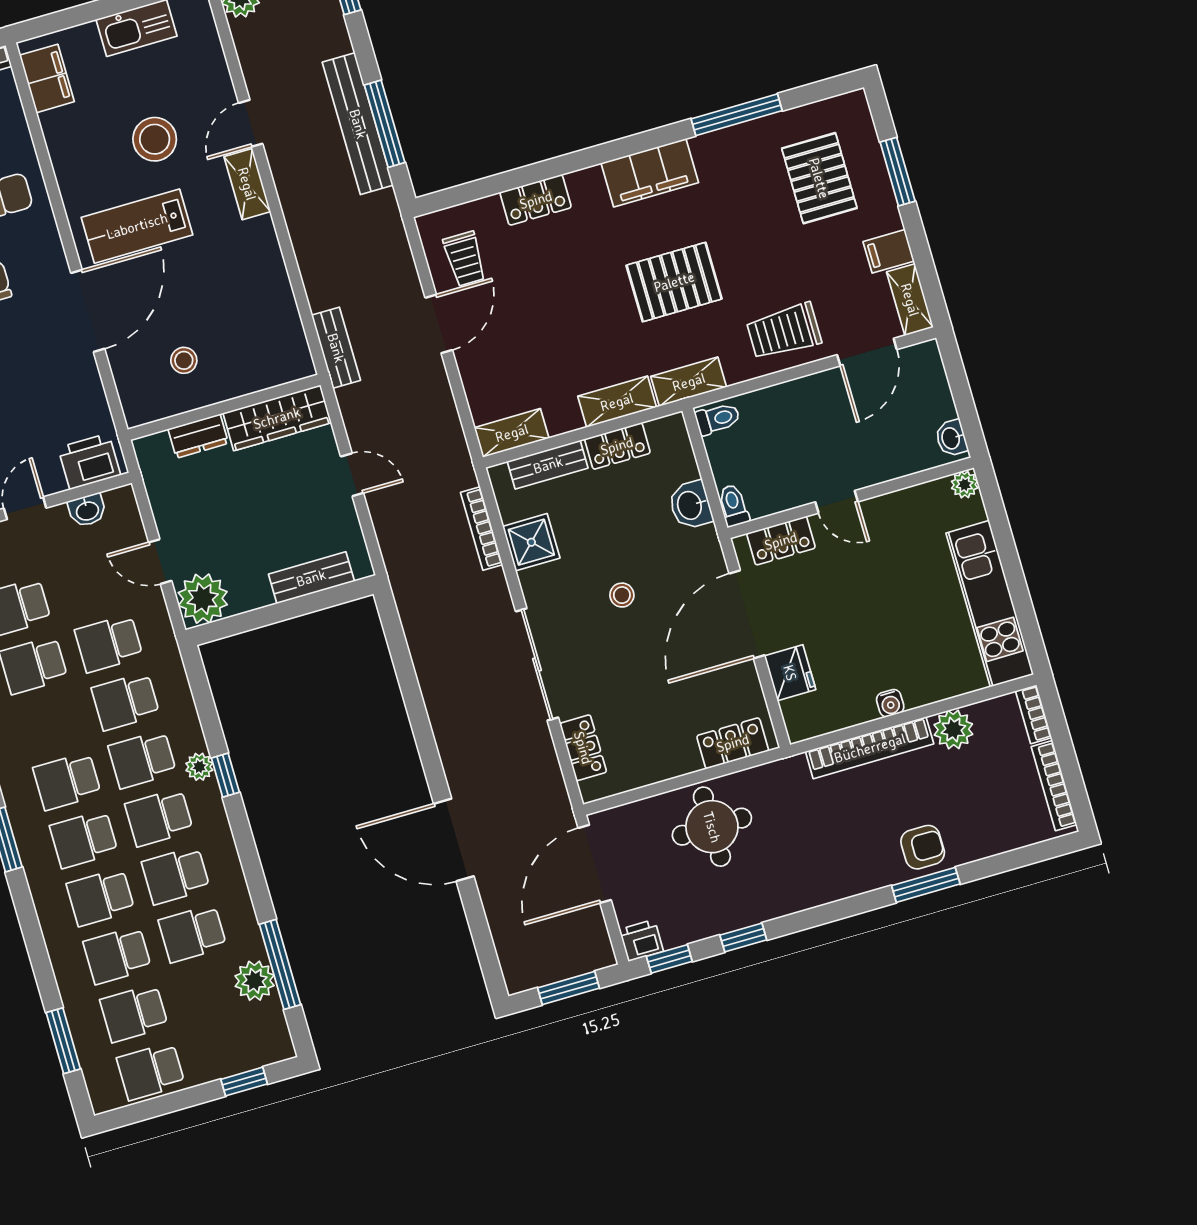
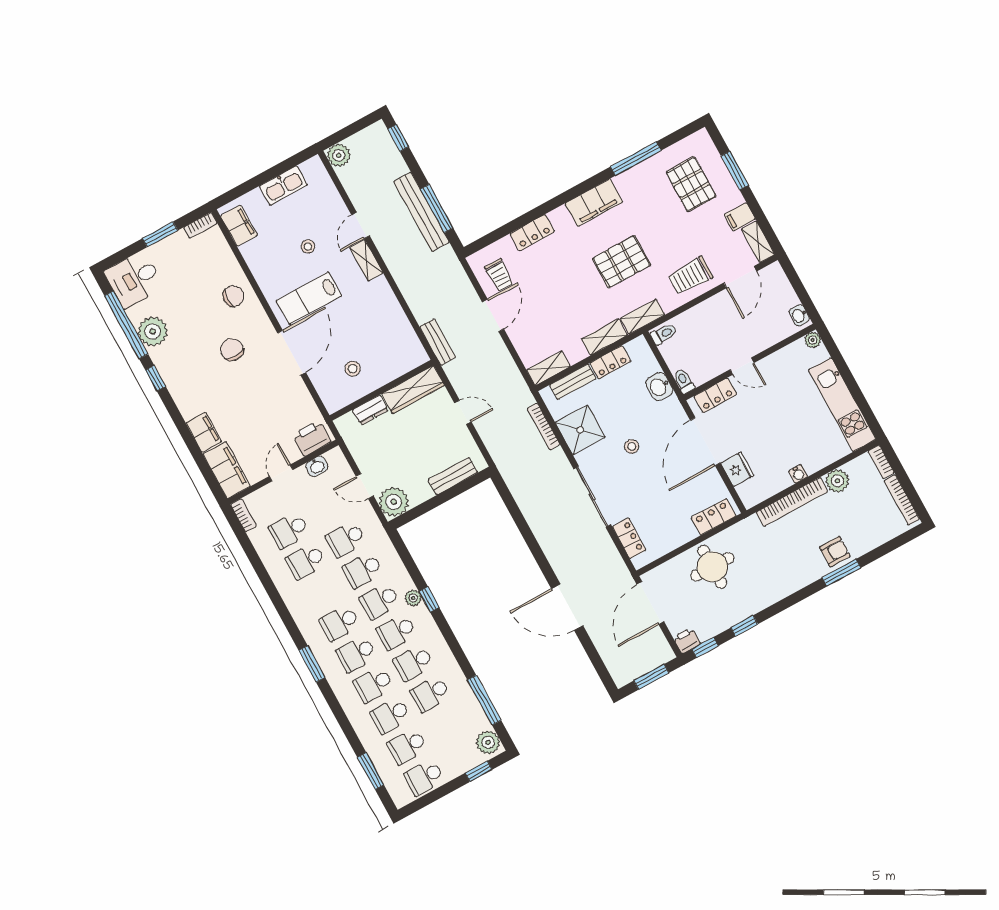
stool: (155, 139) -> (308, 247), width x0.53, depth x0.53
shower: (531, 542) -> (580, 430), width x1.36, depth x1.36
plant: (255, 981) -> (488, 742), moved

